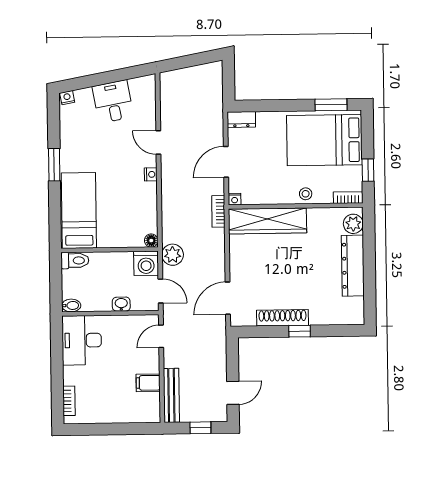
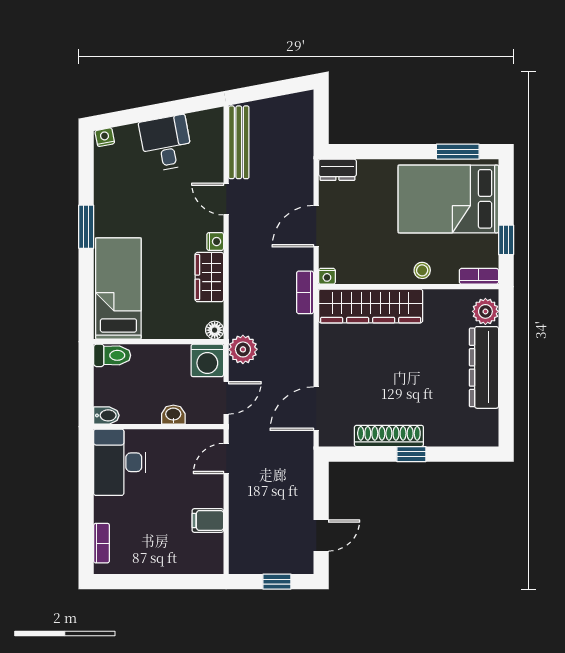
wardrobe: (147, 201) -> (209, 277), added
door: (161, 291) -> (226, 398), hinge flipped
bench: (171, 395) -> (239, 142), moved

